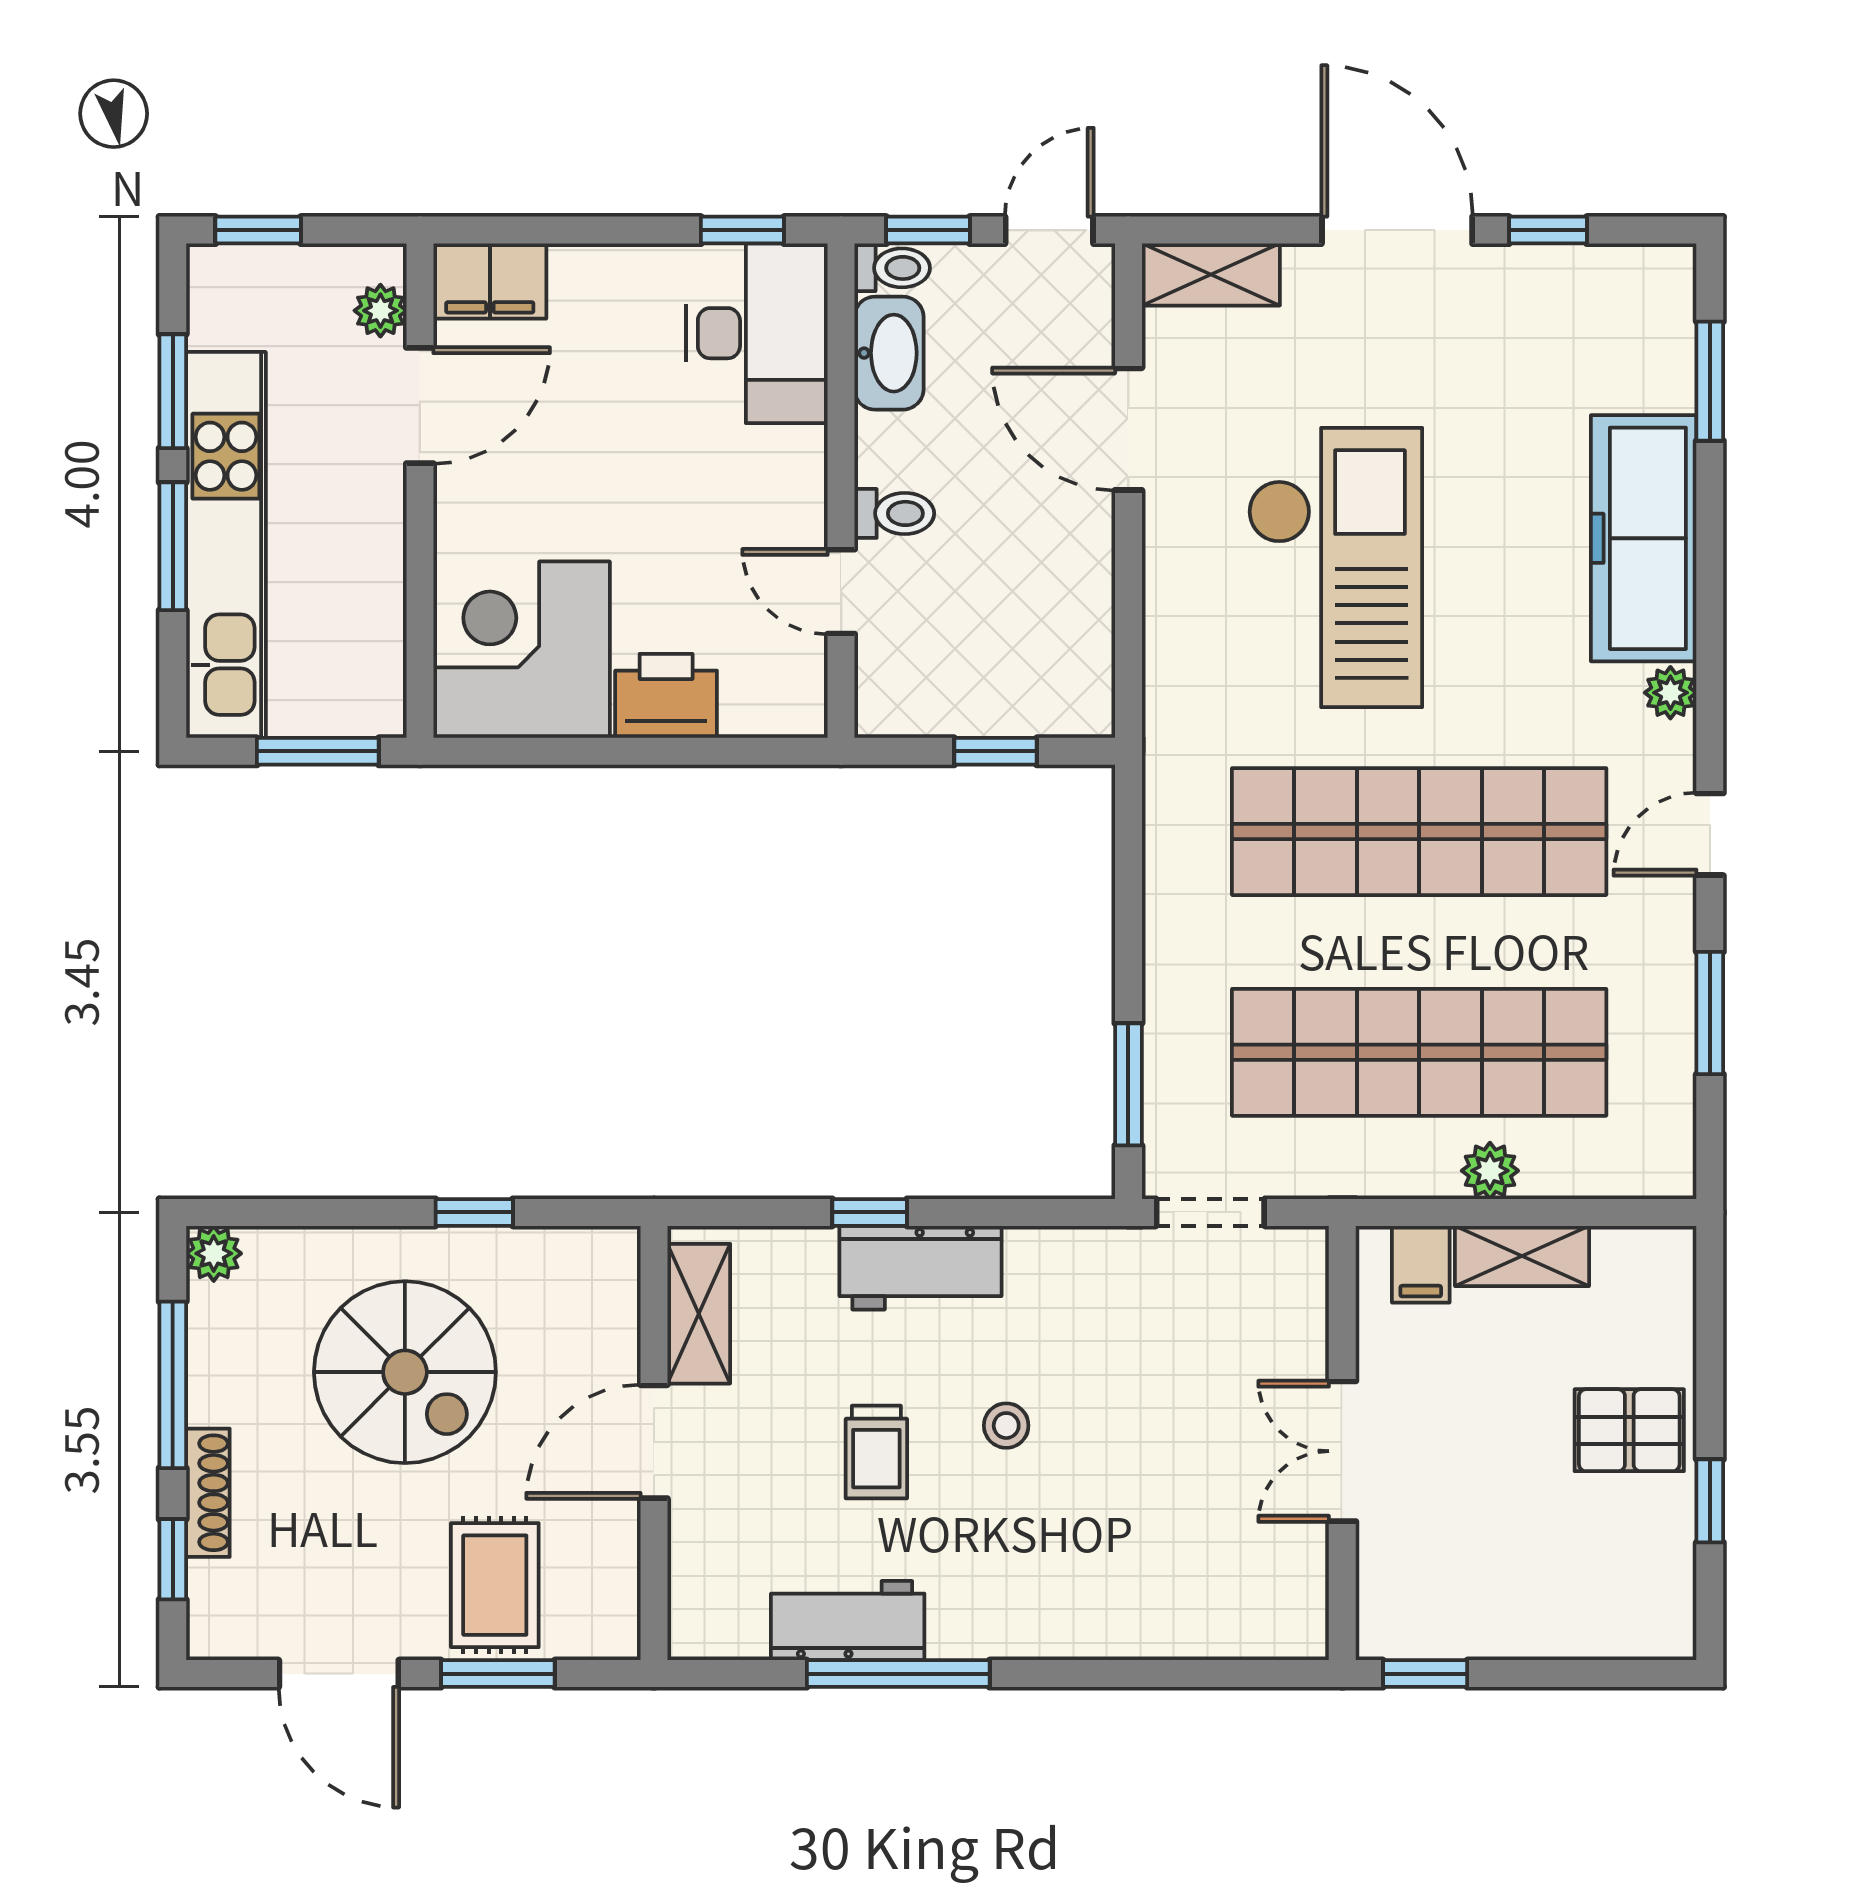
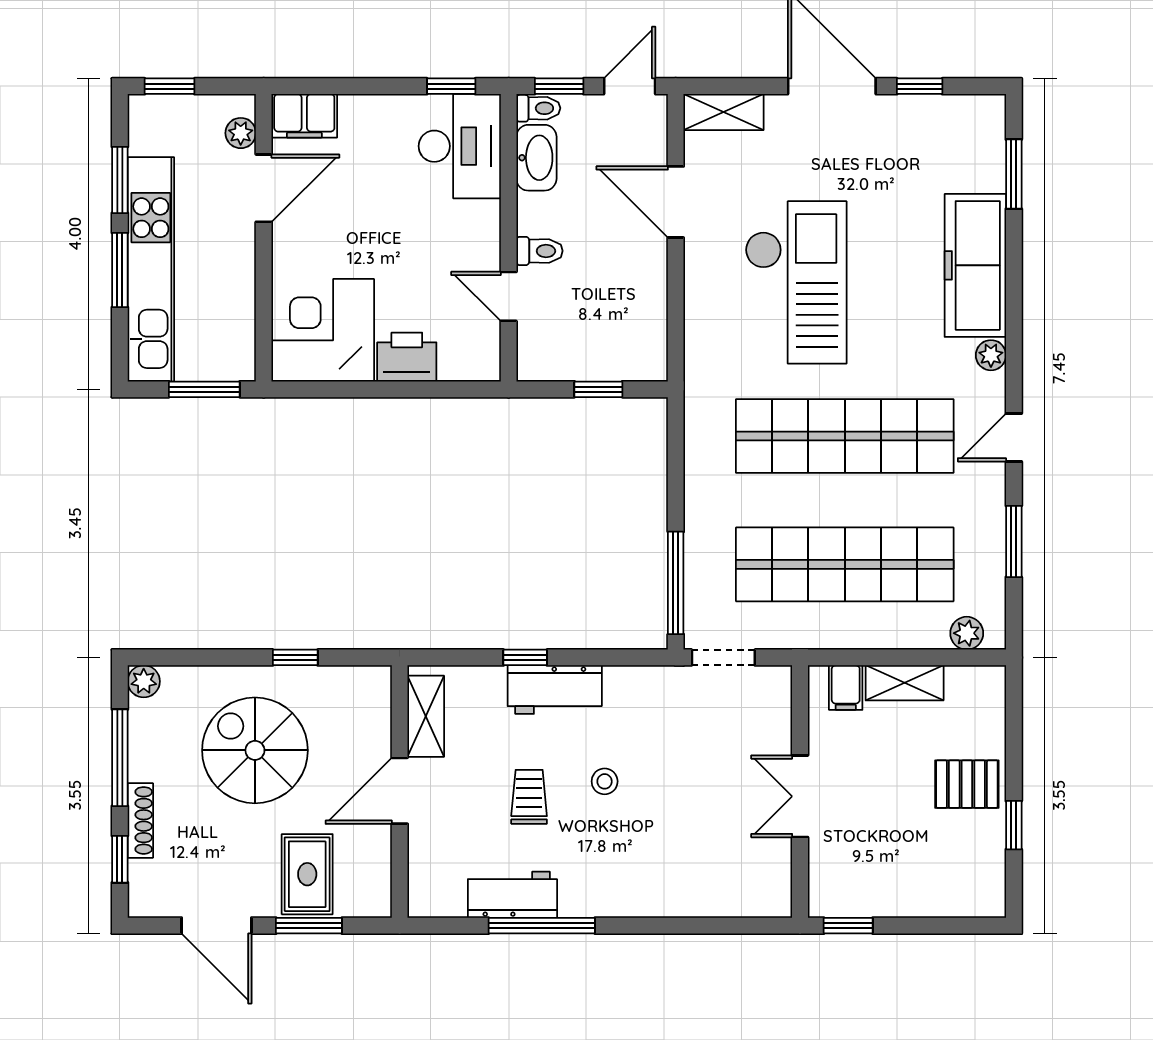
window: (1128, 1084) -> (676, 583), width x1.44
plant: (1490, 1171) -> (967, 633), moved
spiral stairs: (405, 1372) -> (255, 750), turned 180
trolley: (876, 1452) -> (529, 797), turned 180

